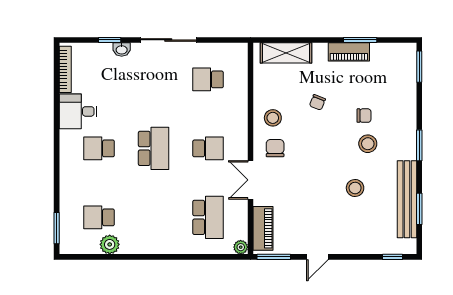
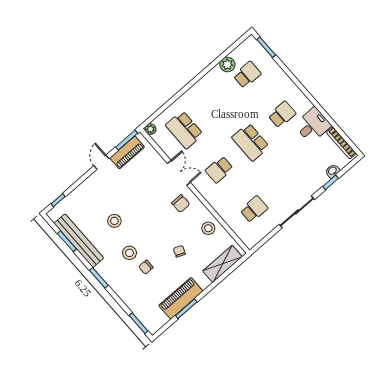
washbasin: (122, 49) -> (333, 171), moved
piano: (349, 52) -> (181, 298), width x1.37, depth x1.33
stool: (273, 118) -> (208, 228), moved
piano: (263, 228) -> (127, 152), moved, turned -90

